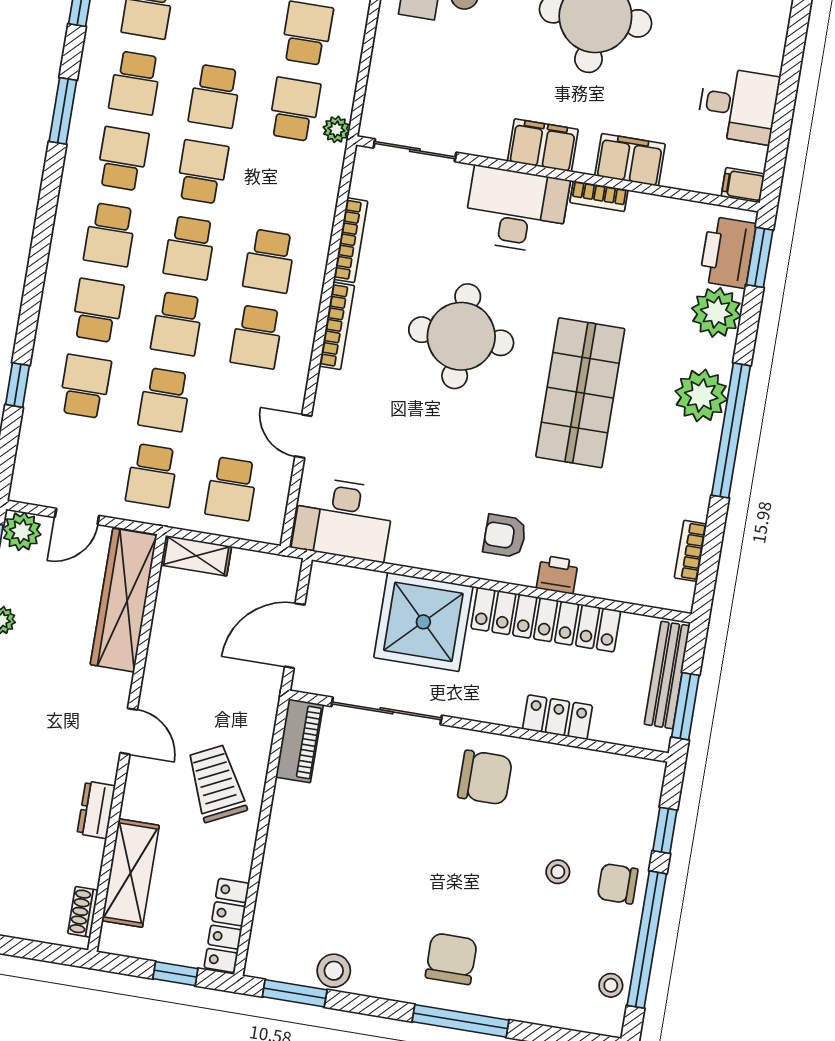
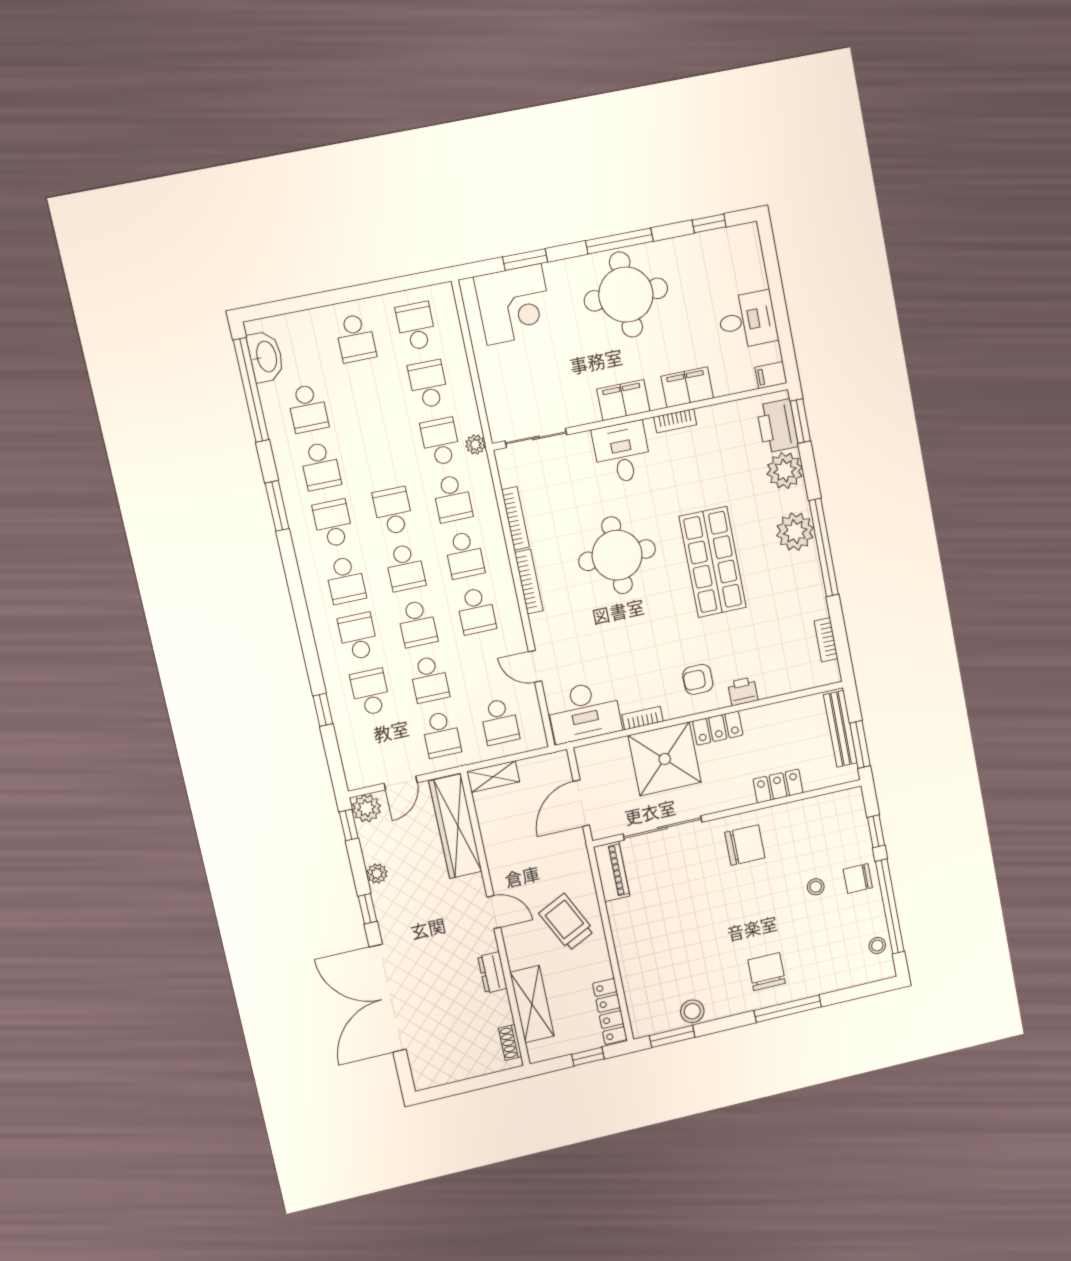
school desk: (215, 96) -> (452, 499), moved
desk: (516, 210) -> (622, 453), width x0.73
bookcase: (415, 557) -> (643, 718), added
locker: (546, 620) -> (718, 728), width x0.46, depth x0.83

